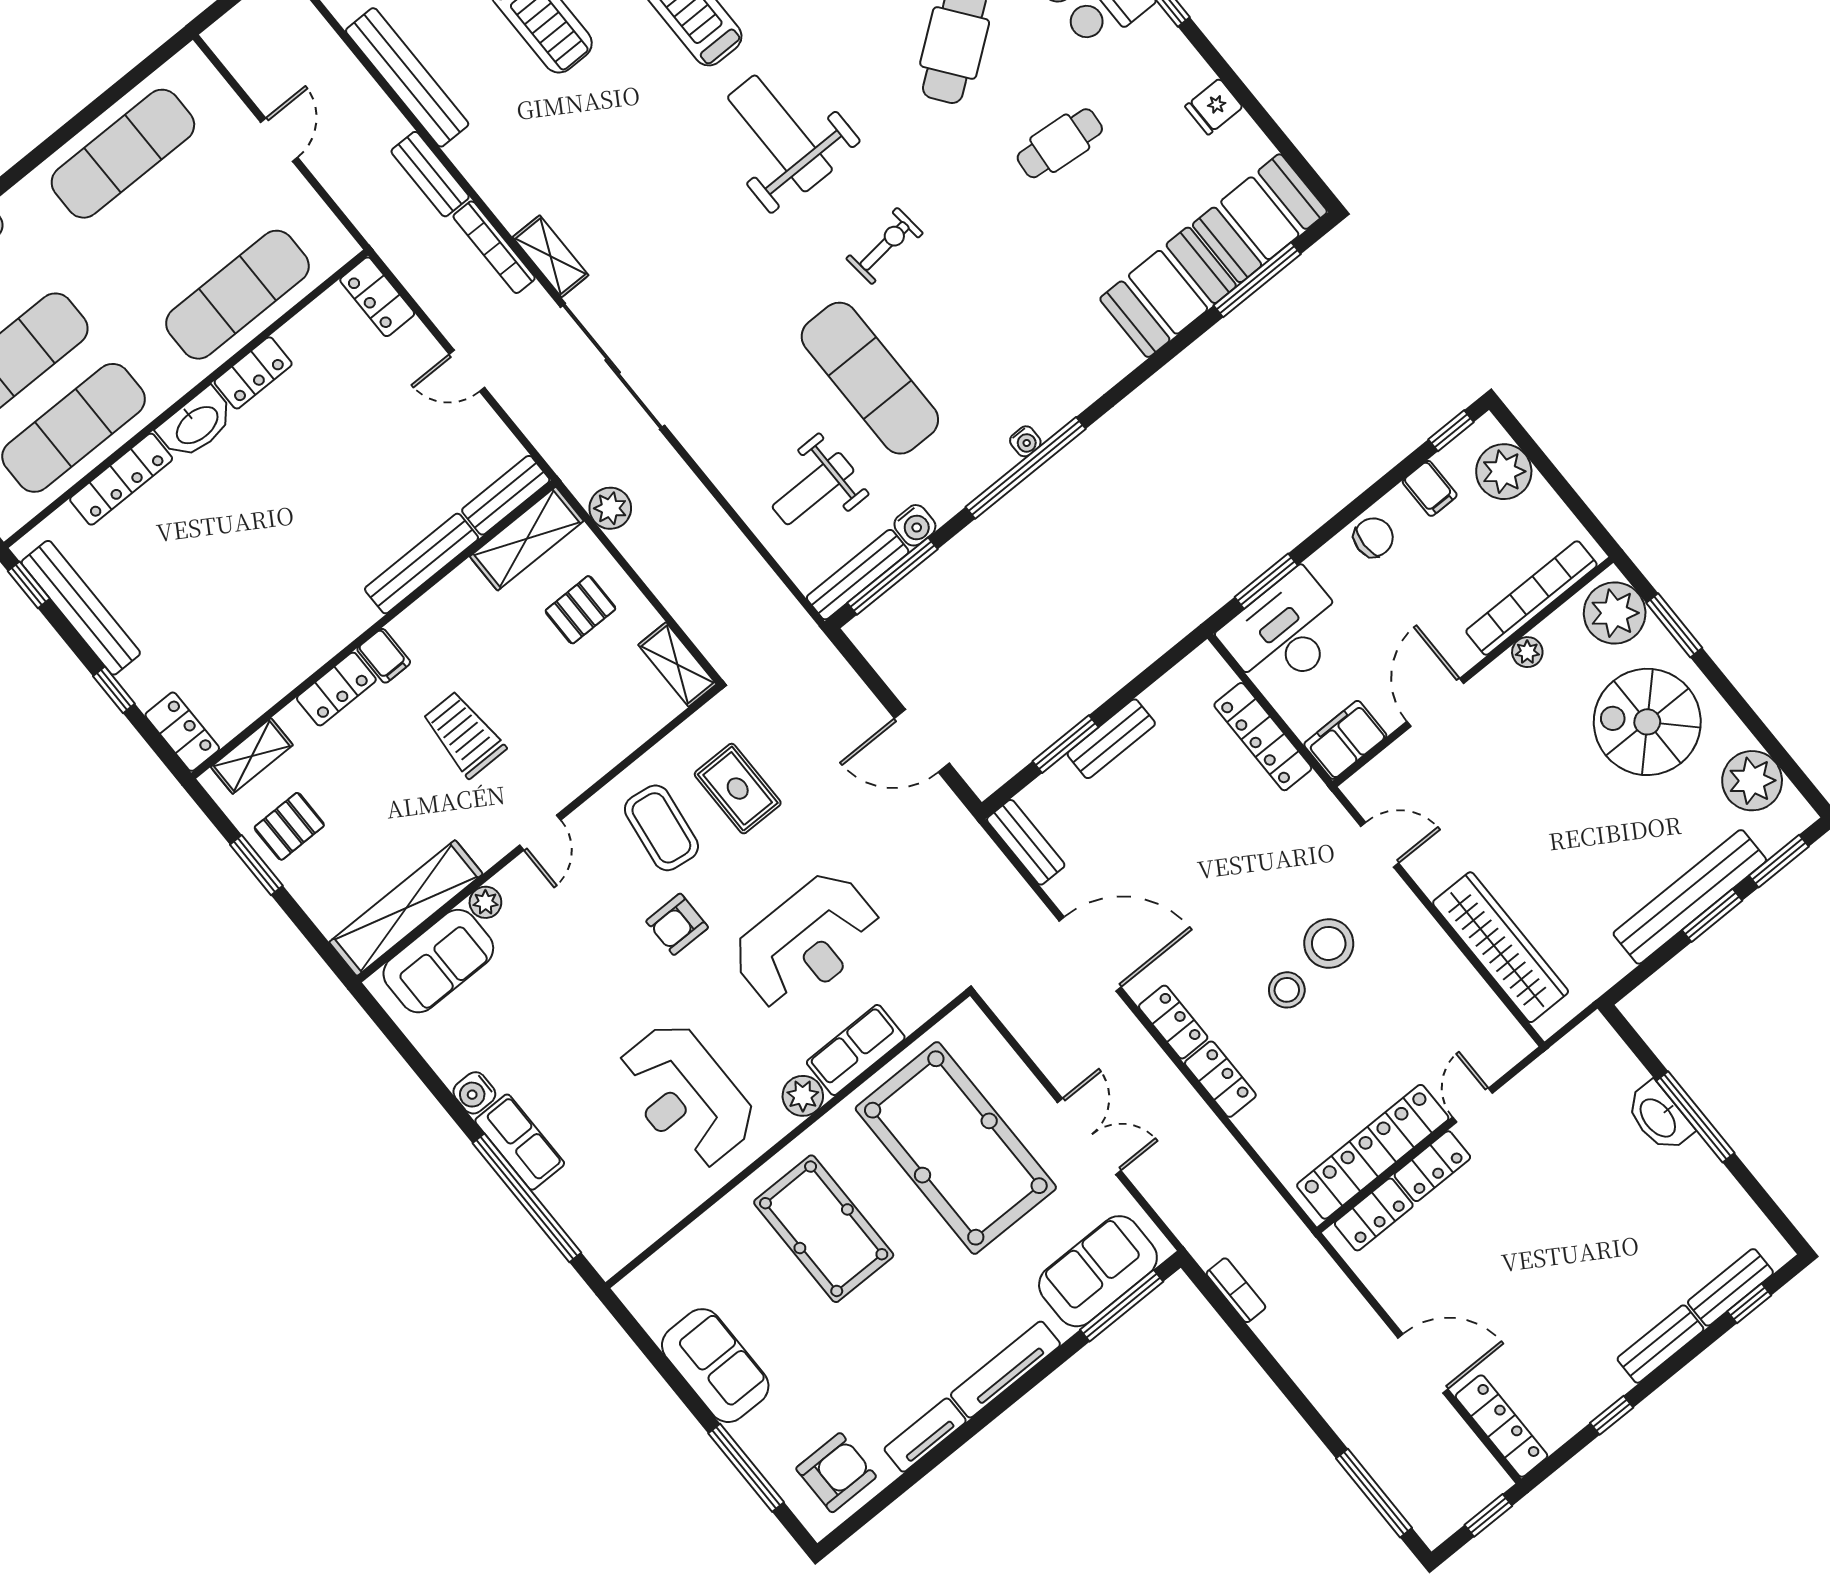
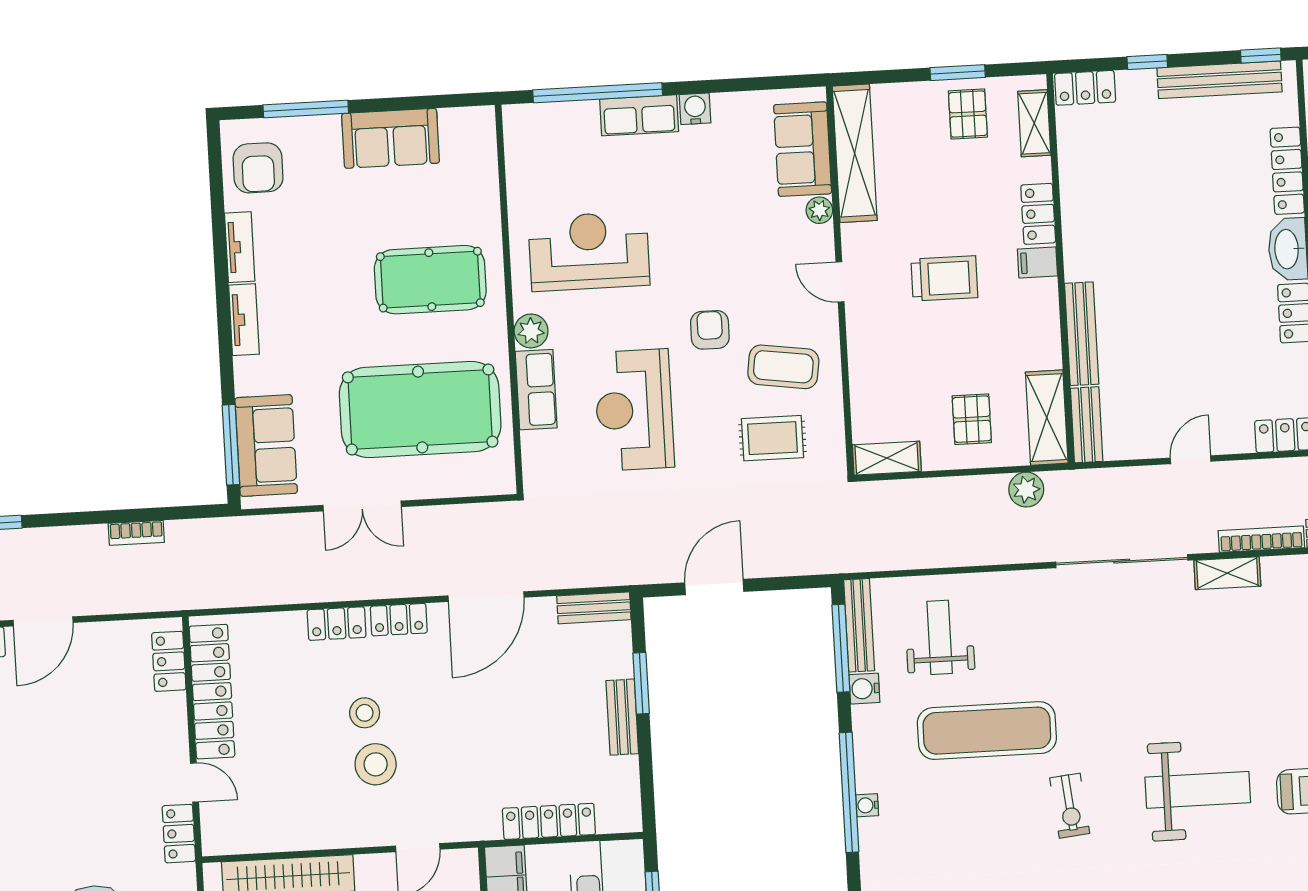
locker: (1432, 1166) -> (179, 834), moved
bookcase: (1236, 1290) -> (136, 533), moved
tv unit: (1005, 1370) -> (244, 320), width x0.71

